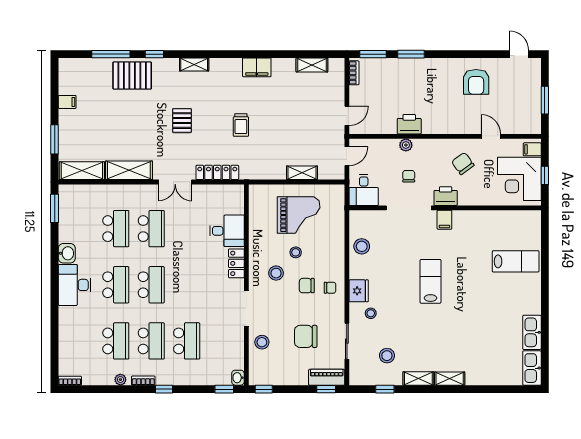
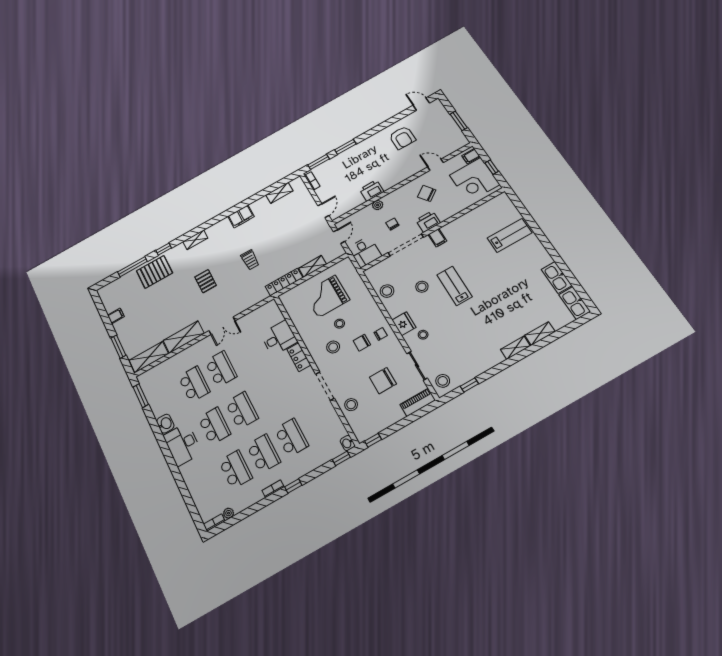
locker: (217, 172) -> (284, 282), moved
grand piano: (299, 215) -> (327, 296), turned 180
stool: (398, 263) -> (422, 287), added
stool: (387, 356) -> (443, 381), moved
shelving: (418, 378) -> (540, 333), moved
plant: (120, 380) -> (229, 513), moved
window: (326, 389) -> (423, 412), removed

